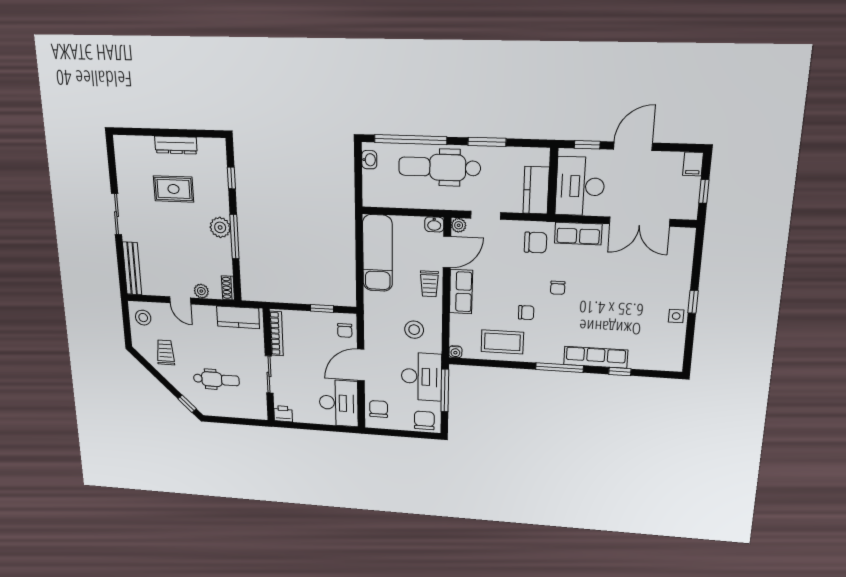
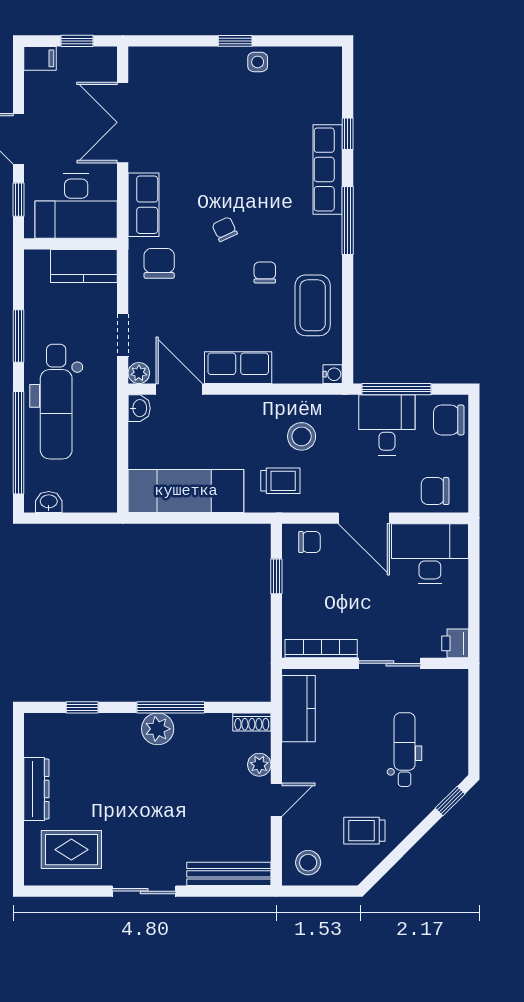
rug: (173, 189) -> (71, 850), moved, turned 90
double door: (640, 222) -> (123, 122), swing flipped
trolley: (429, 284) -> (280, 481), moved
chair: (558, 288) -> (225, 229), turned -115
desk: (421, 377) -> (387, 425), width x0.73

